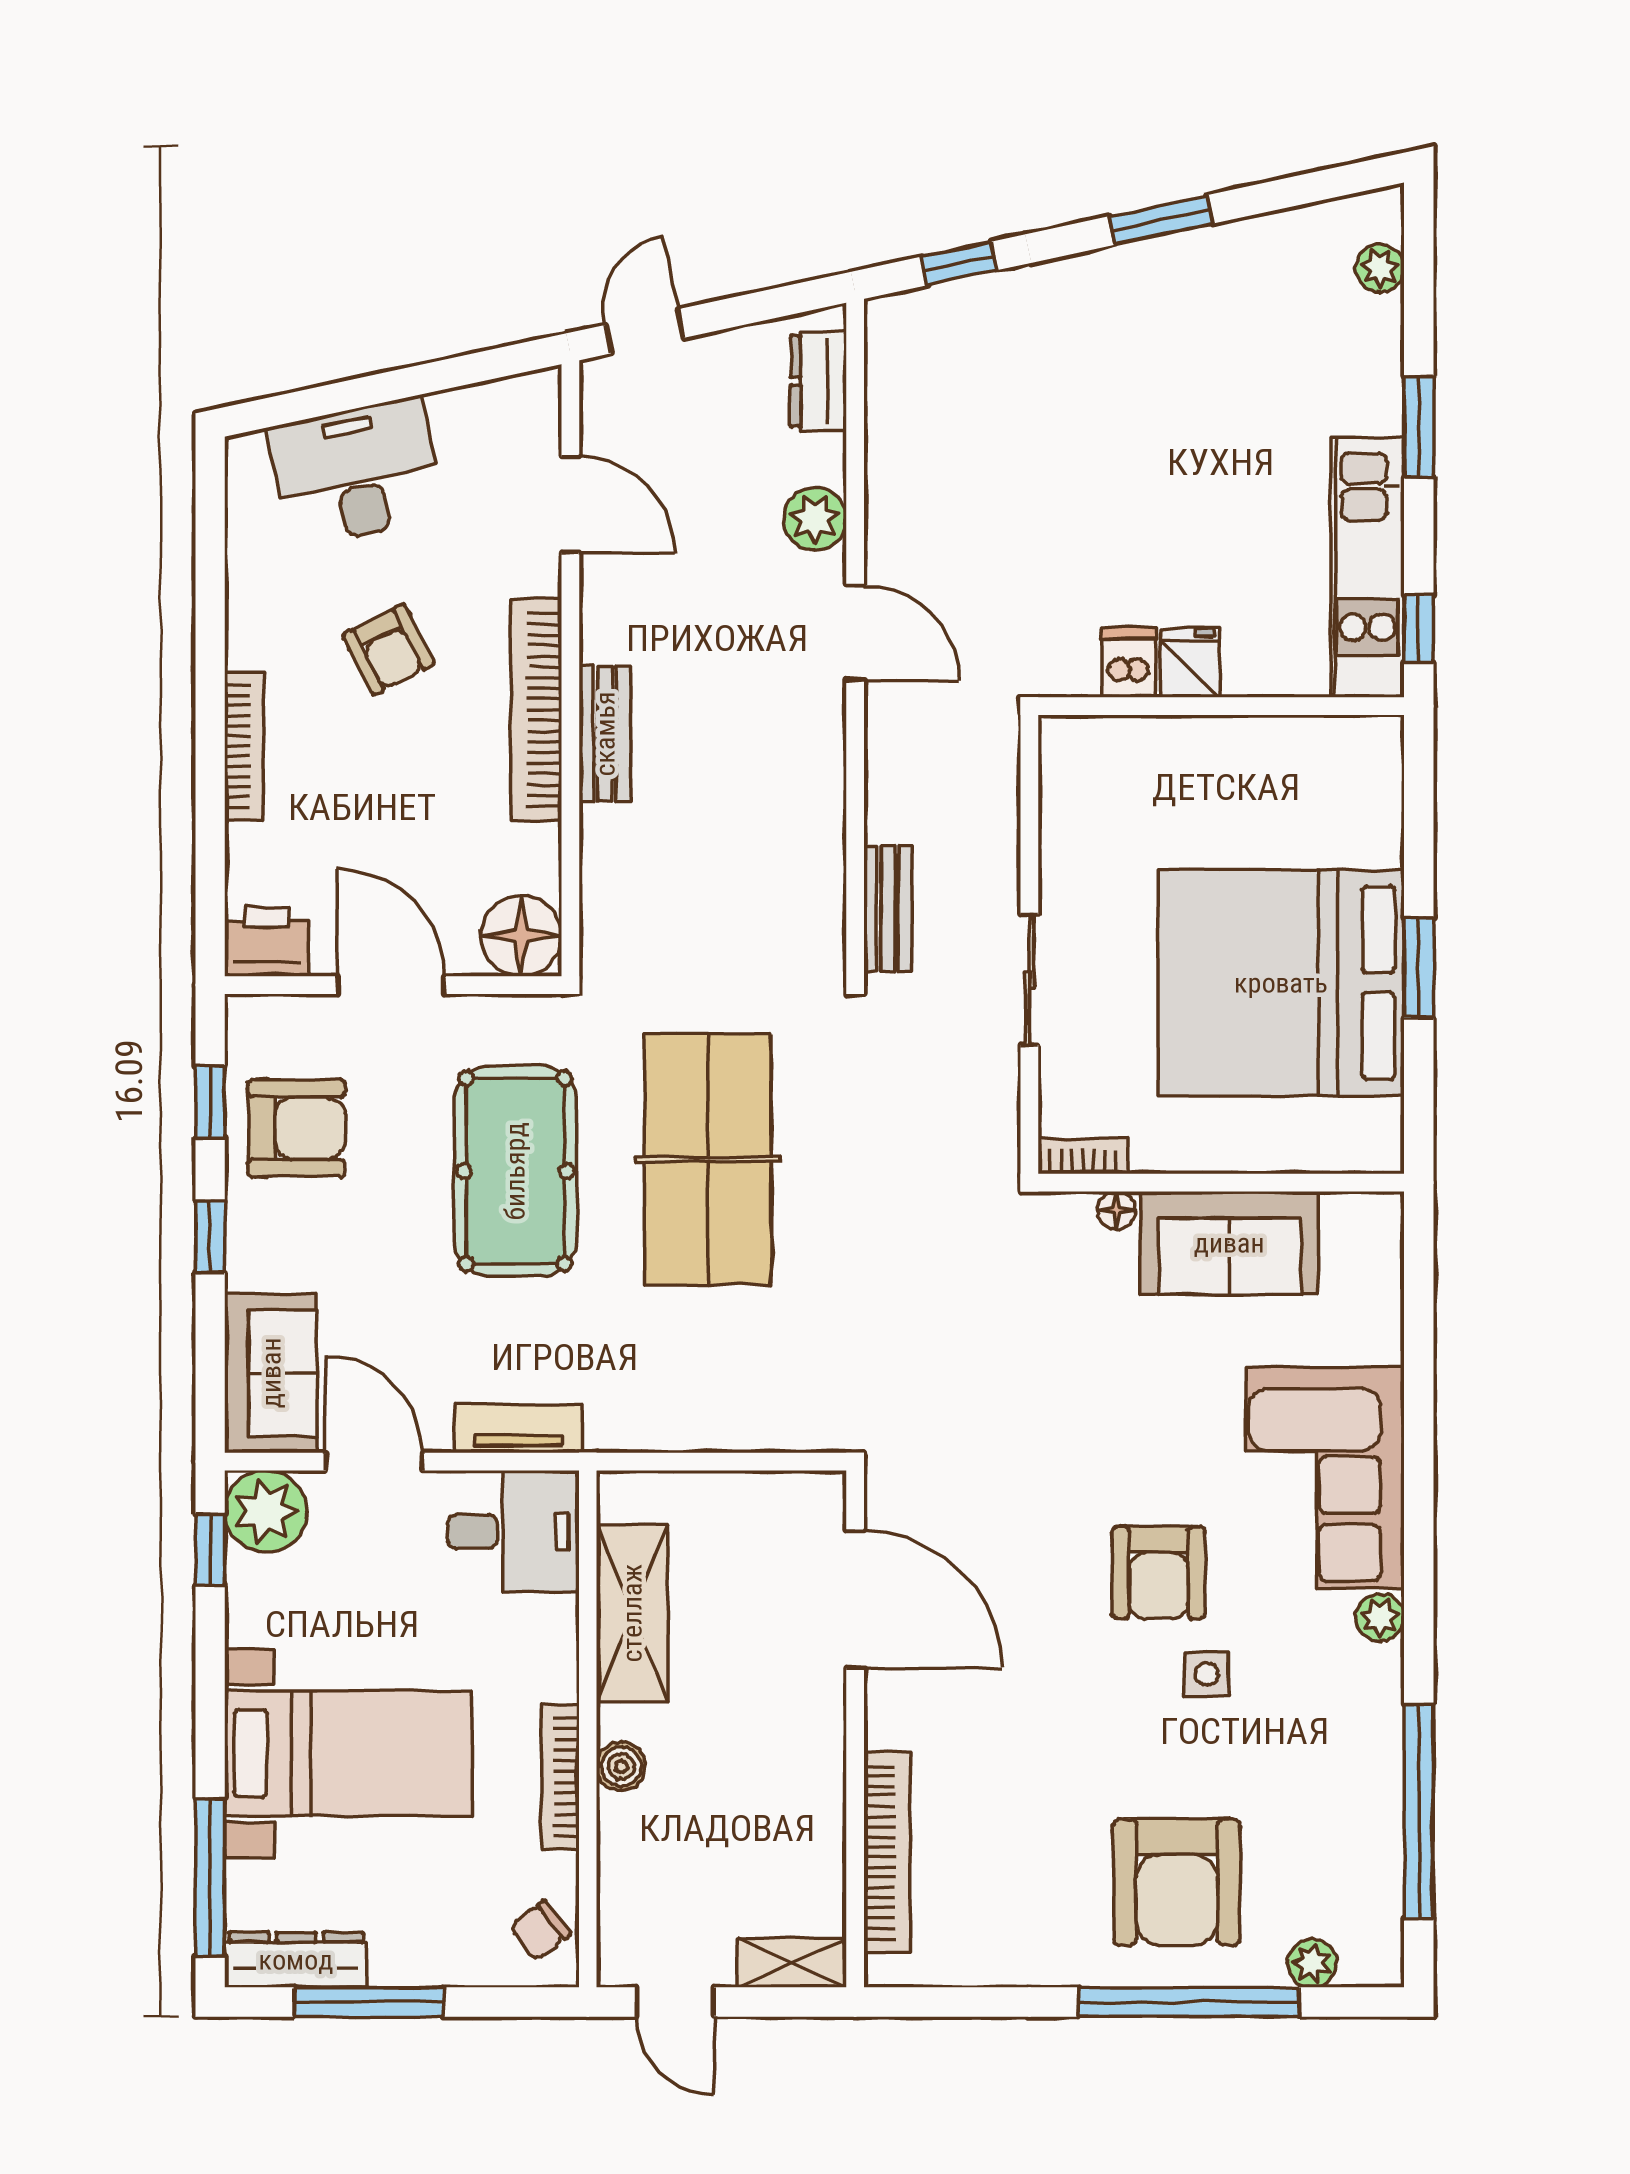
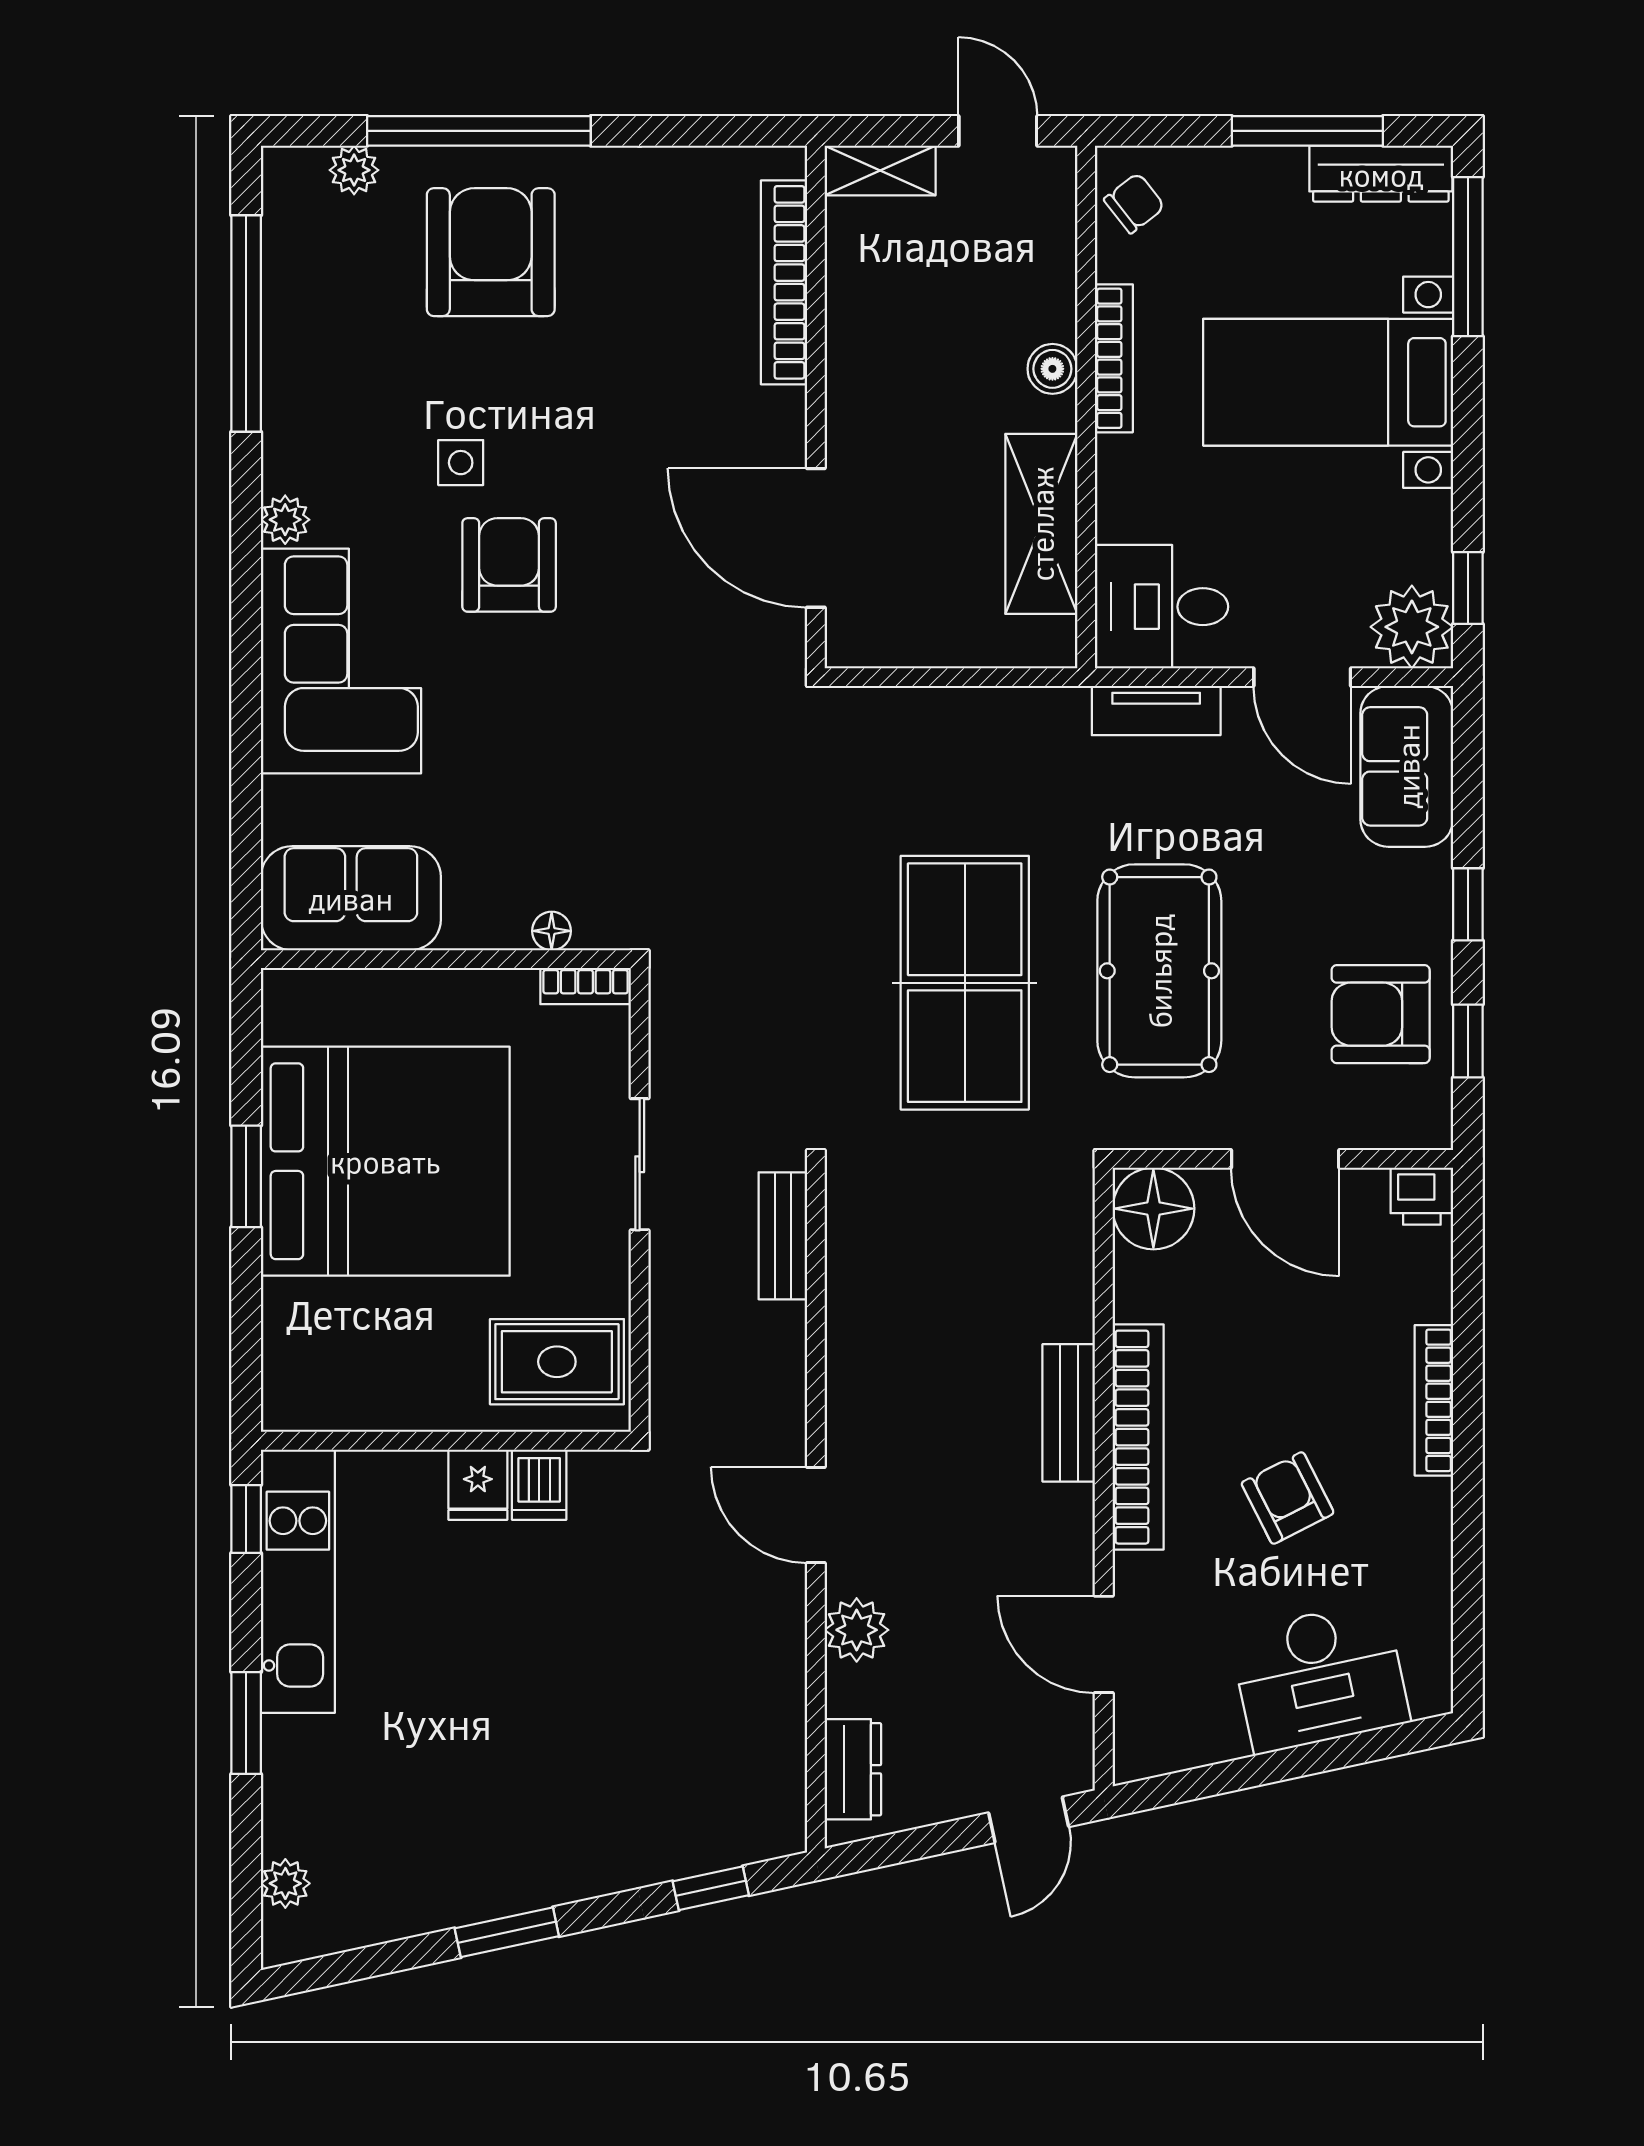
rug: (1111, 784) -> (557, 1362), added
printer: (267, 941) -> (1422, 1196), width x0.73, depth x0.81
sofa: (1229, 1243) -> (351, 898), moved

